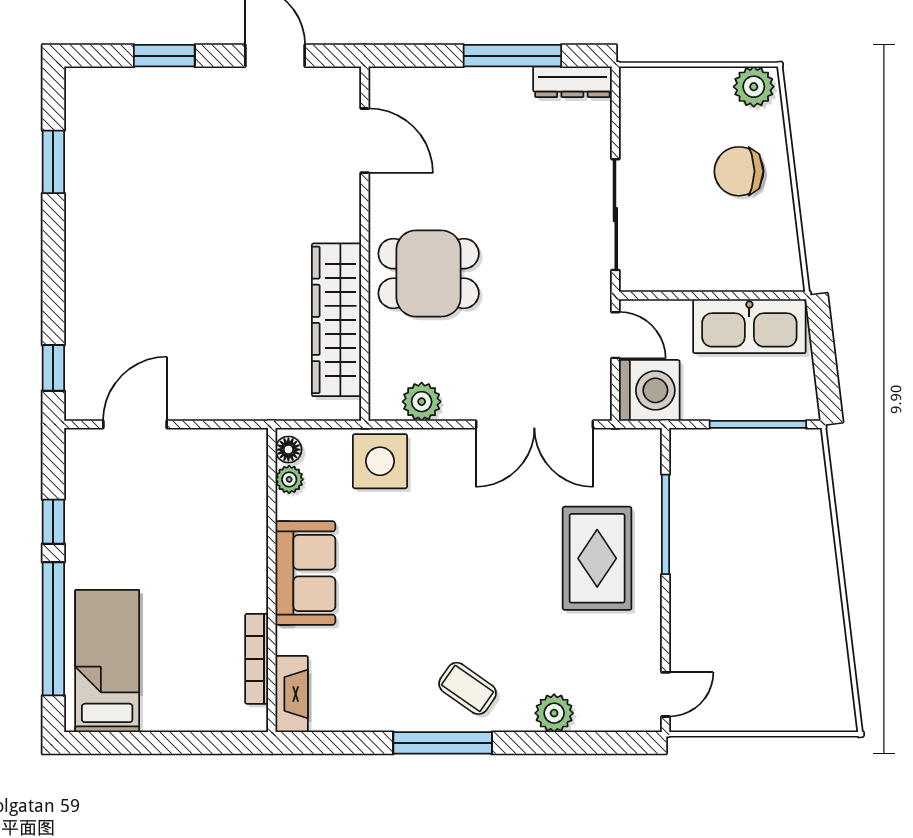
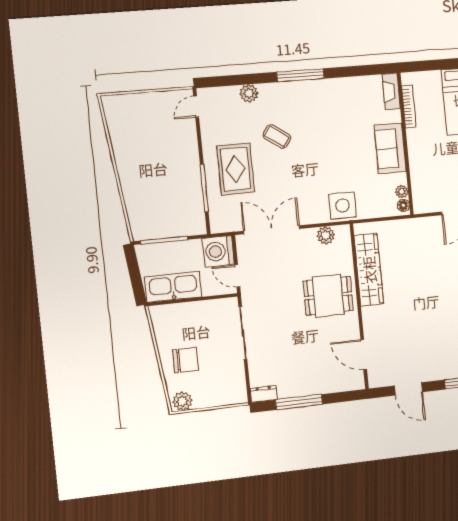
dresser: (572, 82) -> (264, 394), width x0.70
floor lamp: (288, 450) -> (403, 205), moved
plant: (289, 479) -> (402, 191), moved
sofa: (305, 573) -> (390, 148), moved
wall: (272, 580) -> (405, 144), moved
bookcase: (257, 659) -> (409, 107), moved
coffee table: (468, 688) -> (277, 136), moved
fireplace: (292, 694) -> (391, 91), moved

